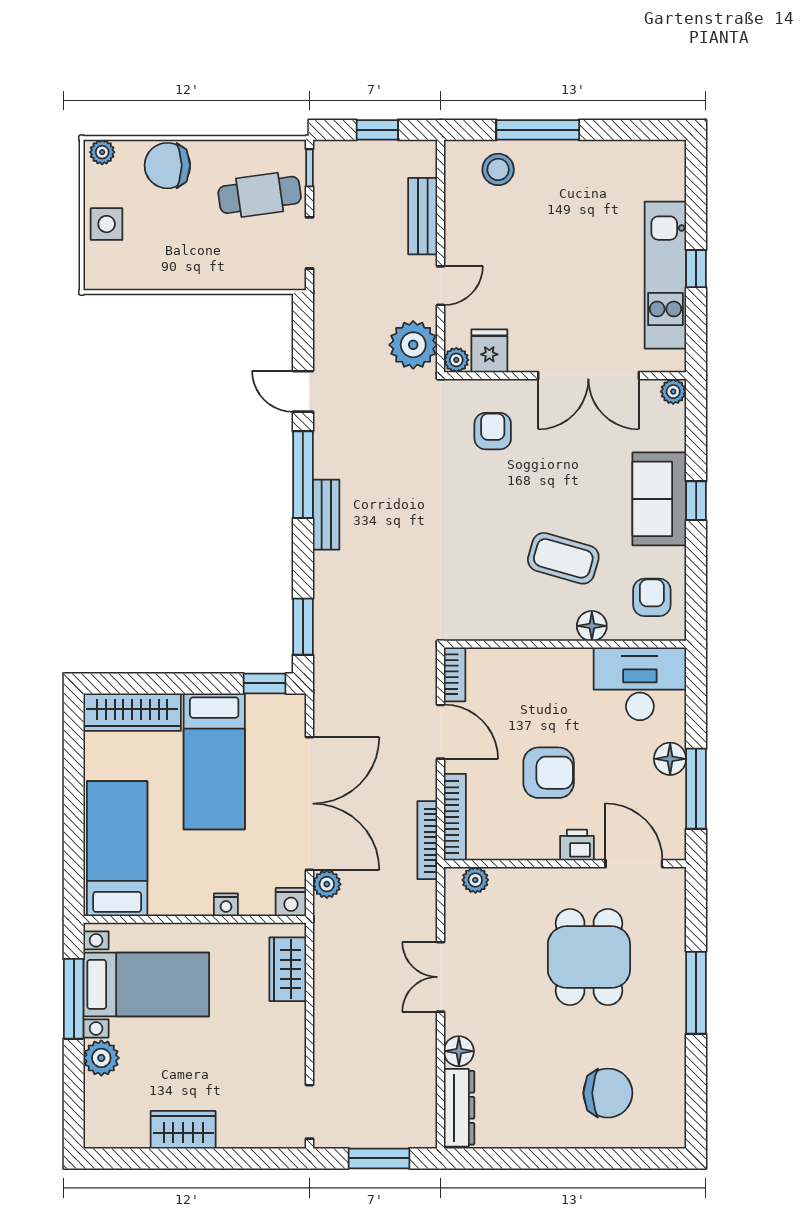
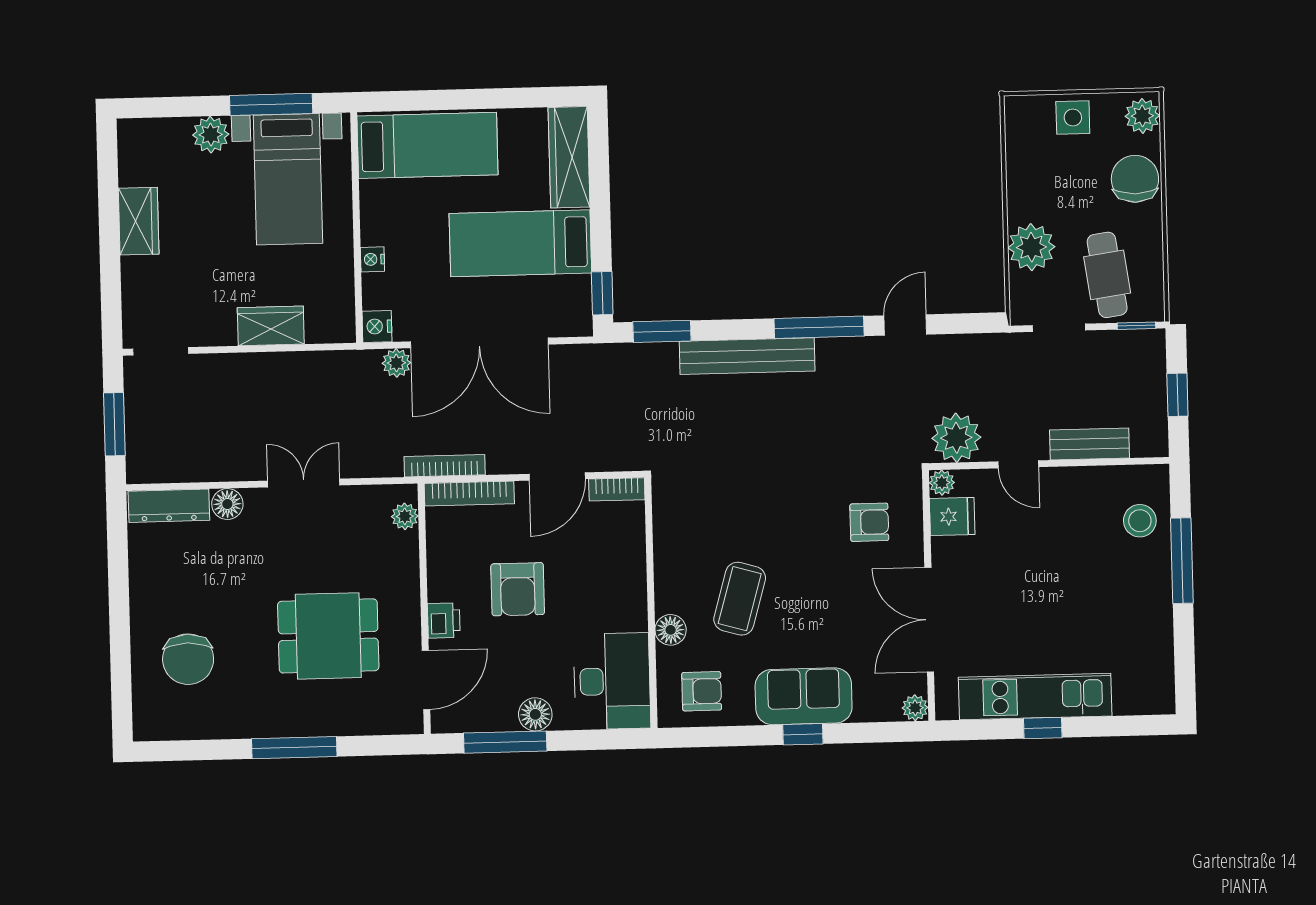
plant: (102, 152) -> (1142, 116), width x1.38, depth x1.38
plant: (231, 267) -> (1031, 247), added
bench: (326, 515) -> (747, 356), width x1.86, depth x1.21
wardrobe: (288, 969) -> (271, 326), moved

